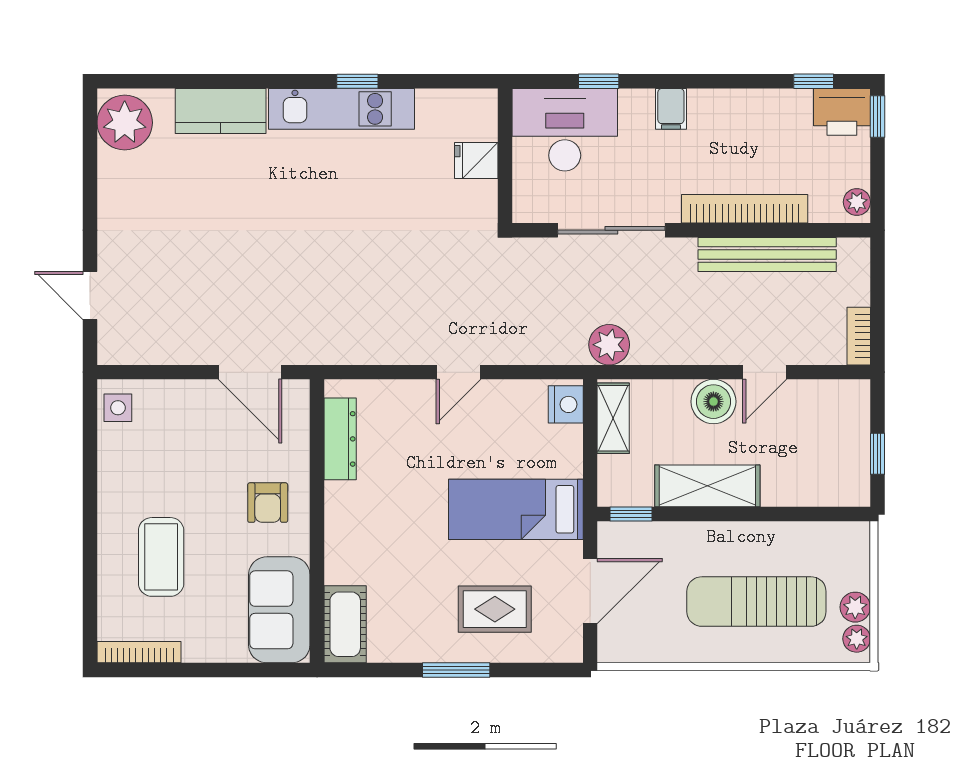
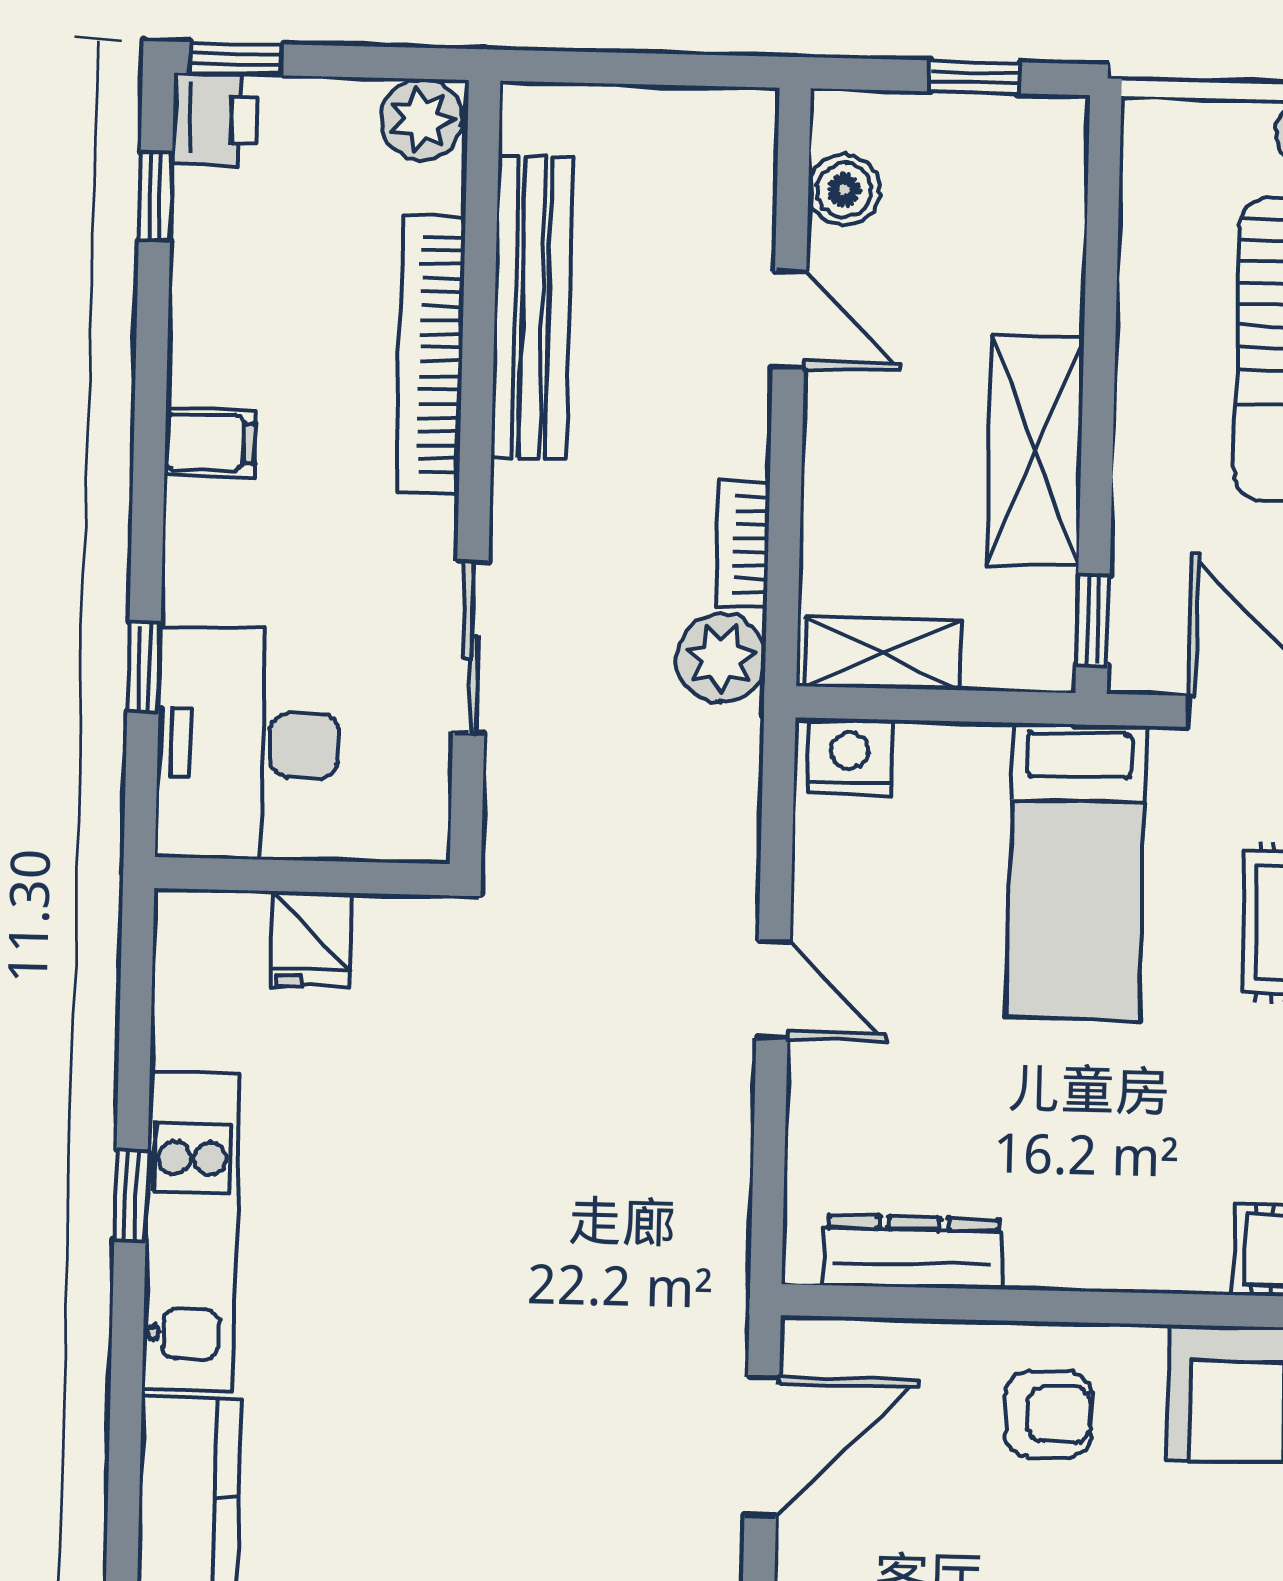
filing cabinet: (671, 109) -> (210, 442), moved
printer: (842, 112) -> (214, 119), width x0.73, depth x0.81
plant: (857, 202) -> (422, 120), width x1.38, depth x1.38
sliding door: (611, 230) -> (471, 647), width x0.73
bookcase: (859, 336) -> (743, 545), moved, turned 90
boiler: (713, 402) -> (844, 190), moved, width x0.73, depth x0.73

